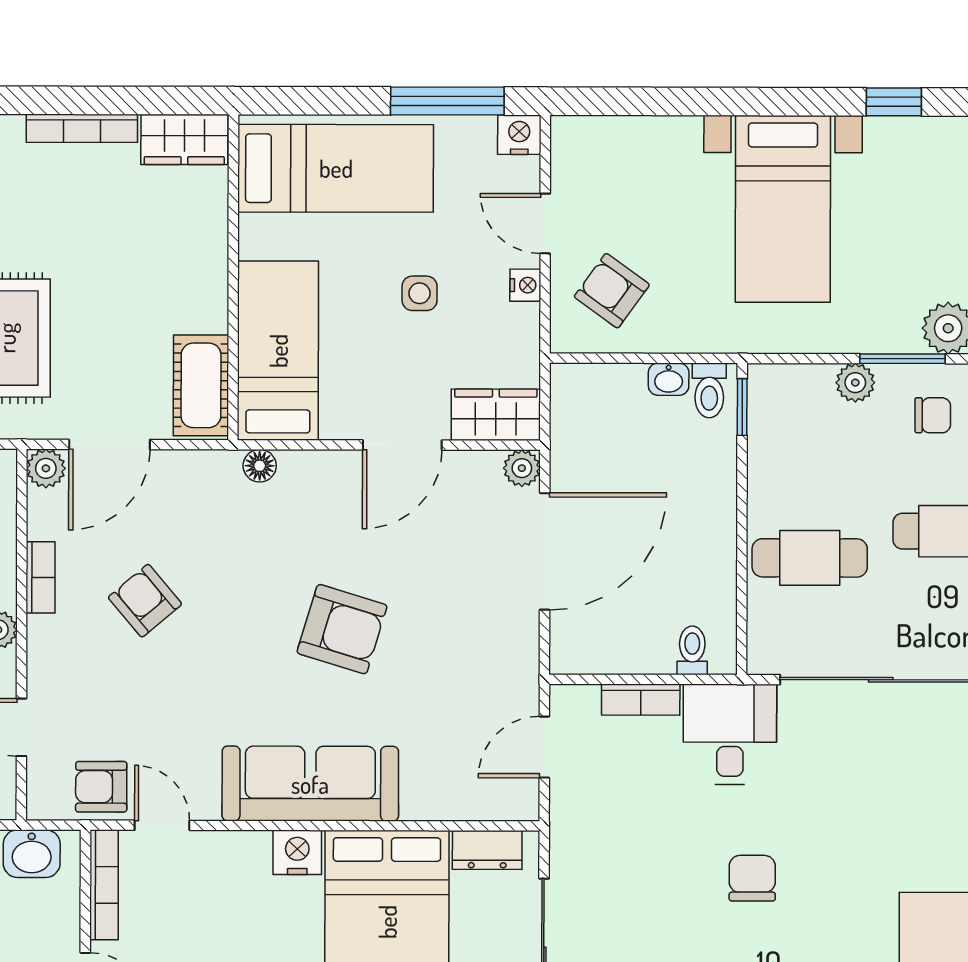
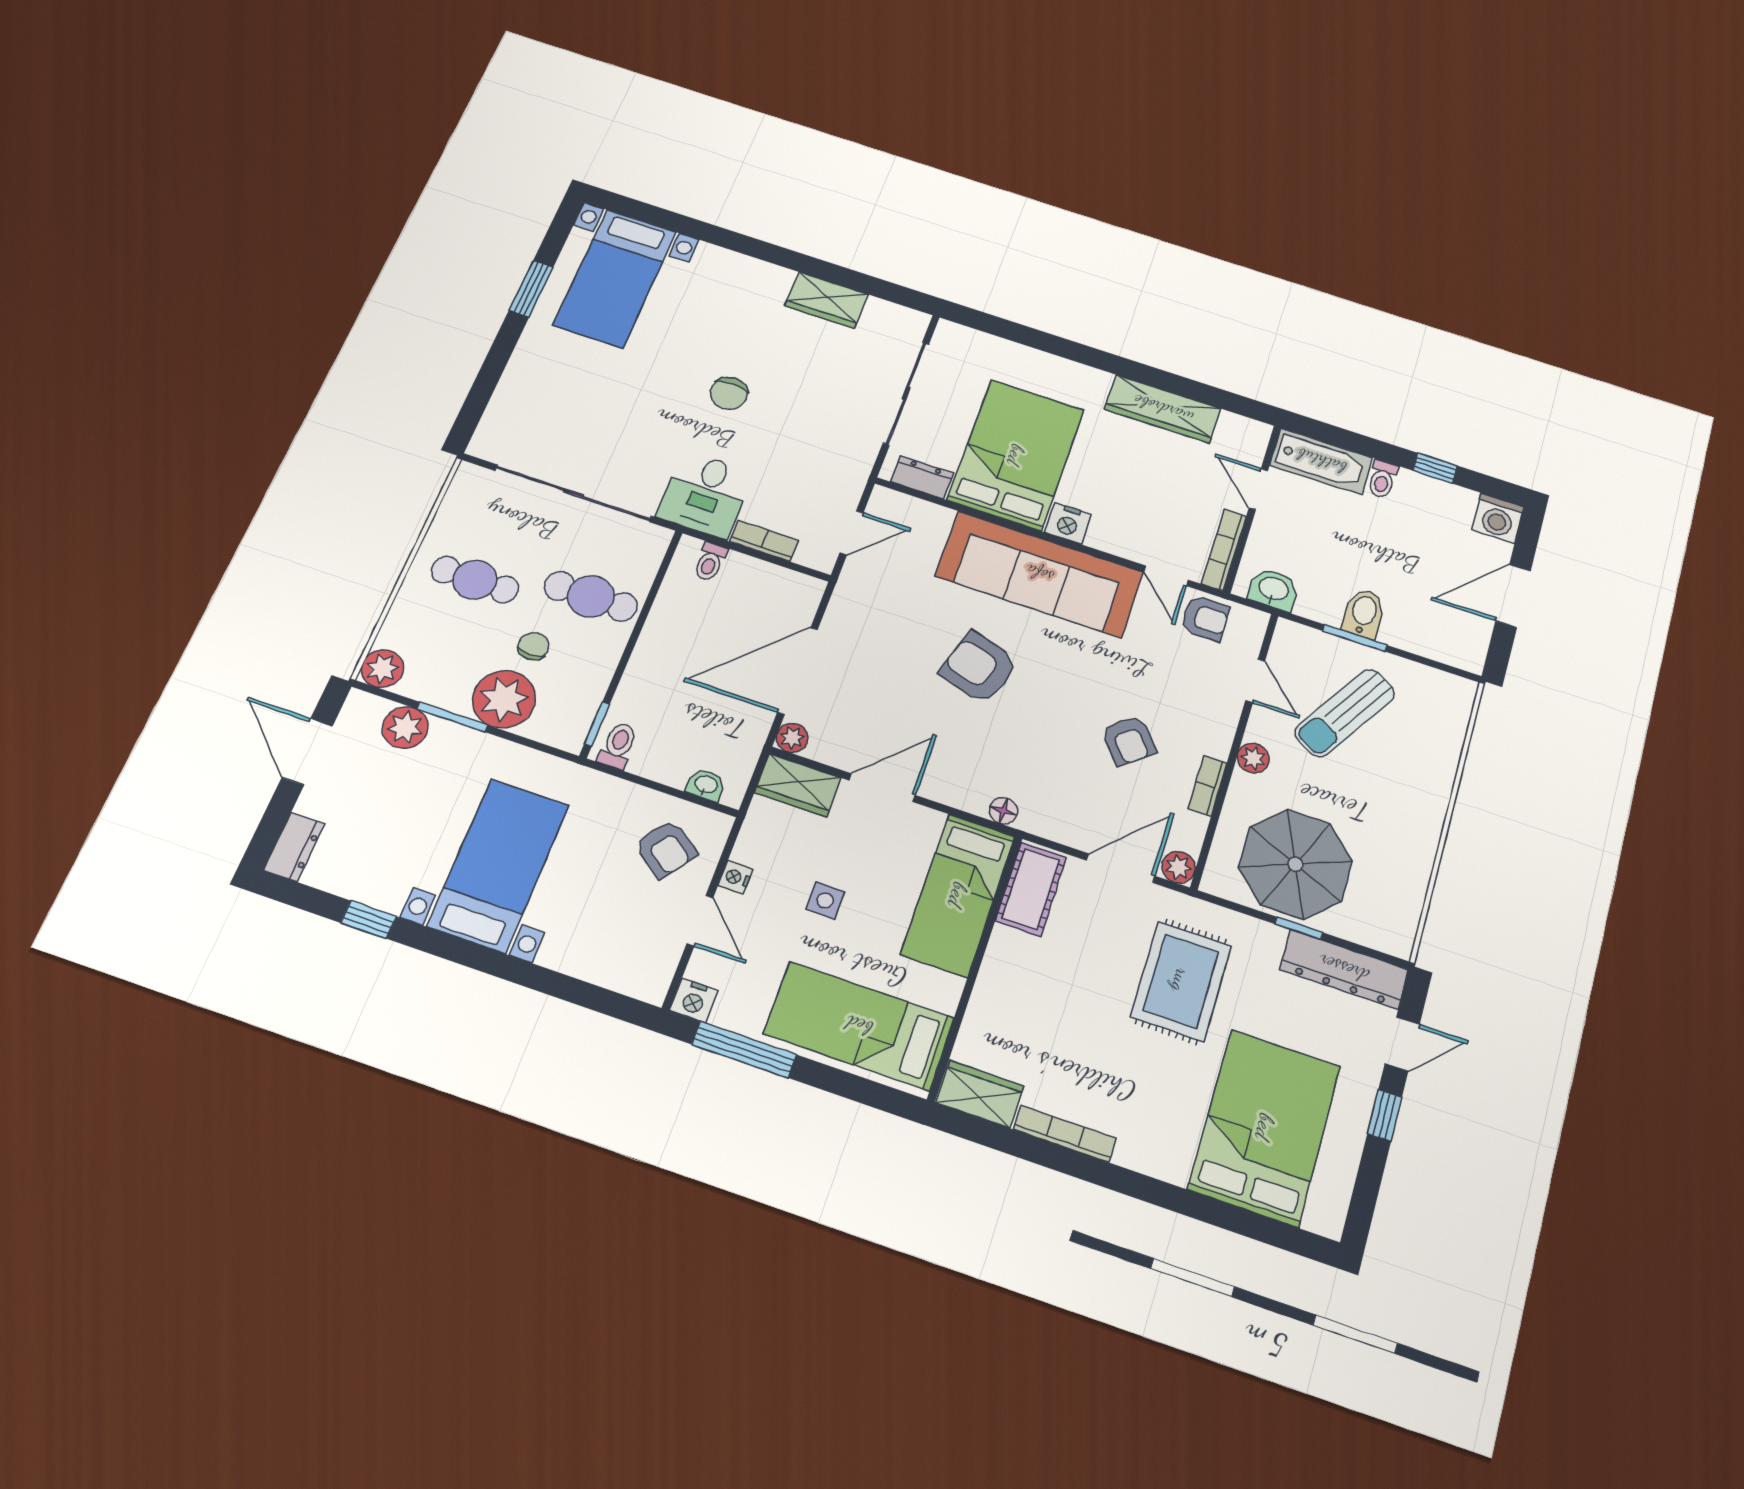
washbasin: (669, 379) -> (706, 785), moved
plant: (855, 383) -> (504, 699), width x1.88, depth x1.88
chair: (933, 415) -> (533, 646), moved, turned 90
sofa: (310, 784) -> (1039, 574), width x1.36, depth x1.27

